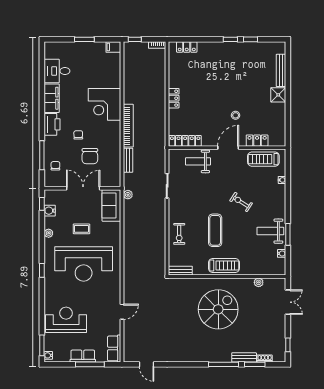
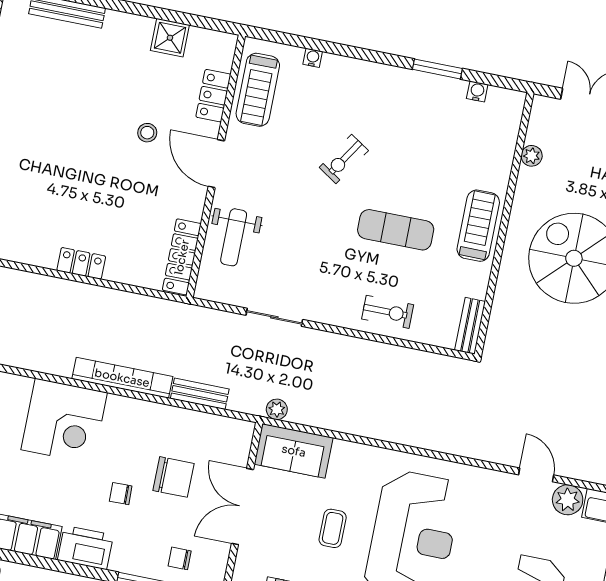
shower: (278, 95) -> (170, 38), moved
weight bench: (270, 231) -> (422, 106), removed
plant: (114, 327) -> (568, 500), added

